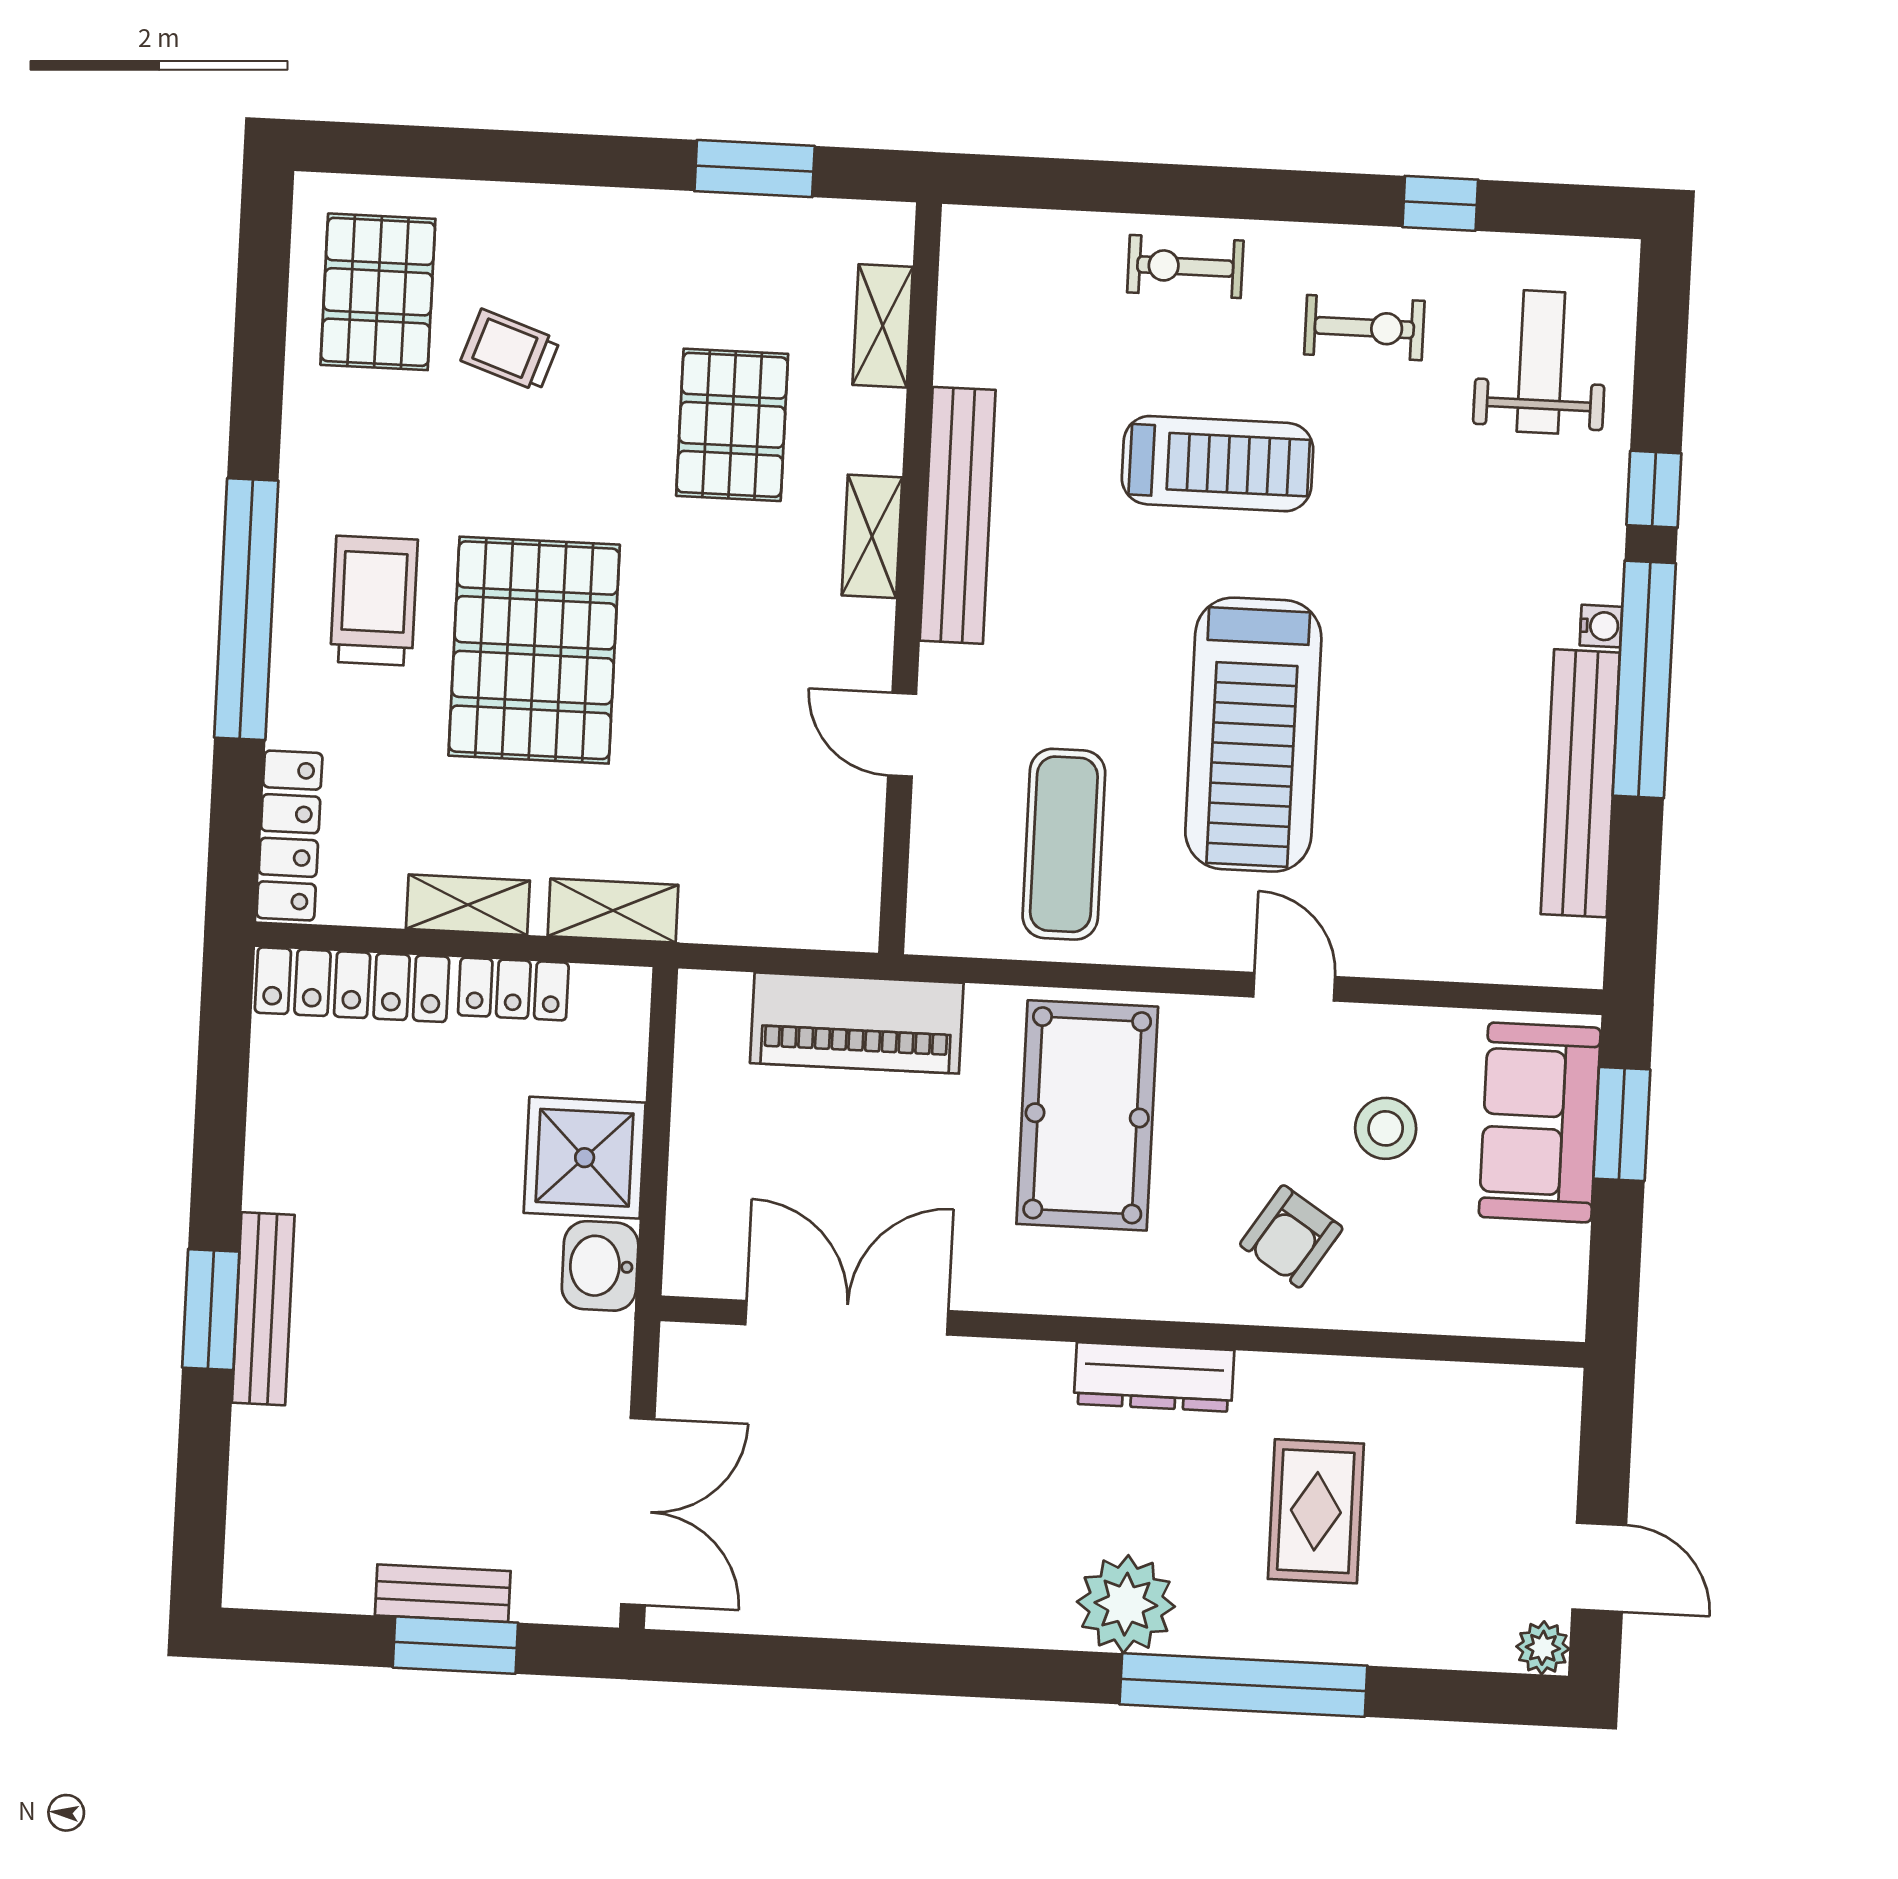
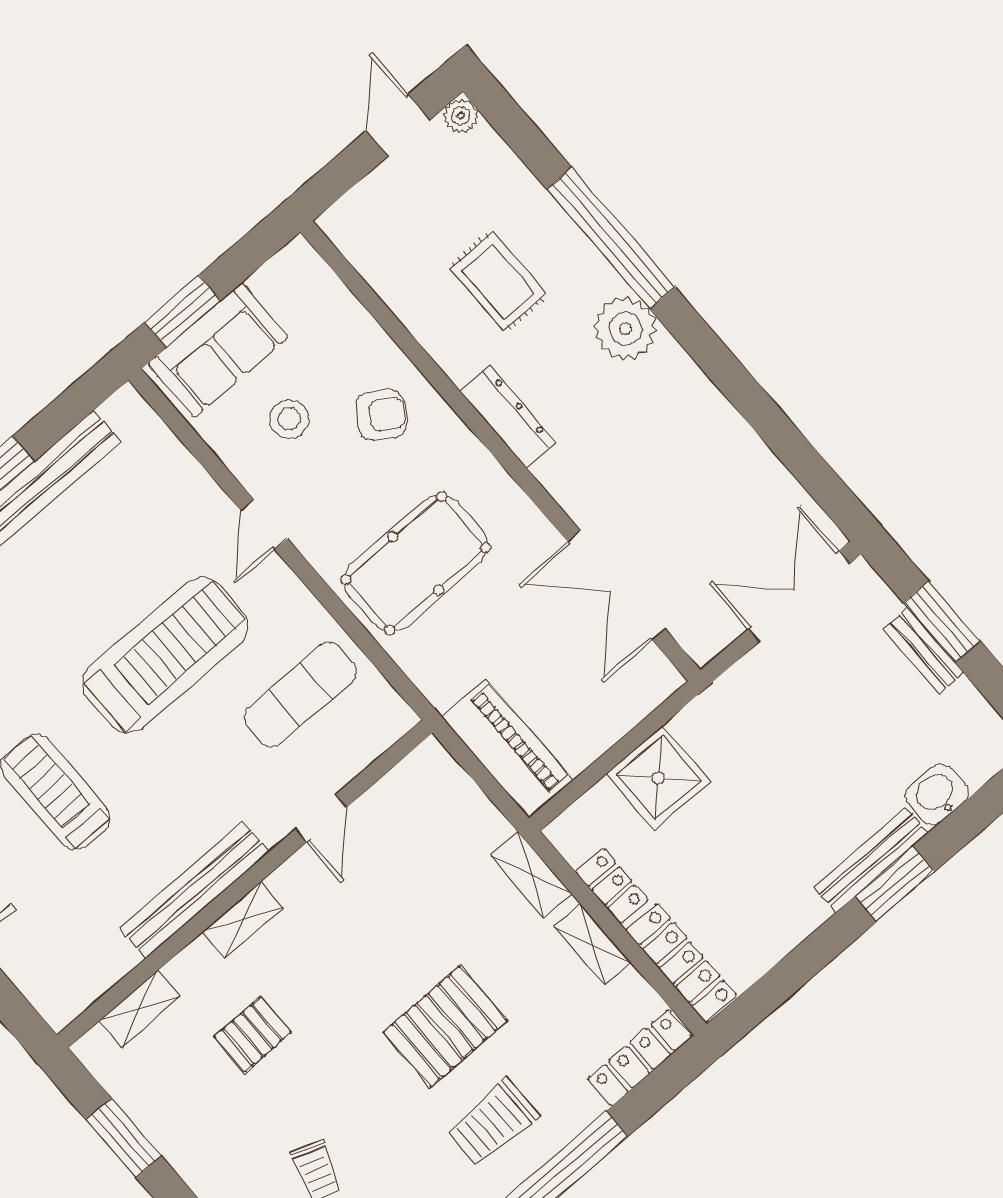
pallet: (732, 425) -> (253, 1035), width x0.67, depth x0.71
pallet: (534, 650) -> (445, 1026), width x0.73, depth x0.71
piano: (857, 1023) -> (507, 749), moved
washbasin: (600, 1266) -> (937, 794), moved, turned 180
rug: (1316, 1511) -> (498, 282), turned 90

